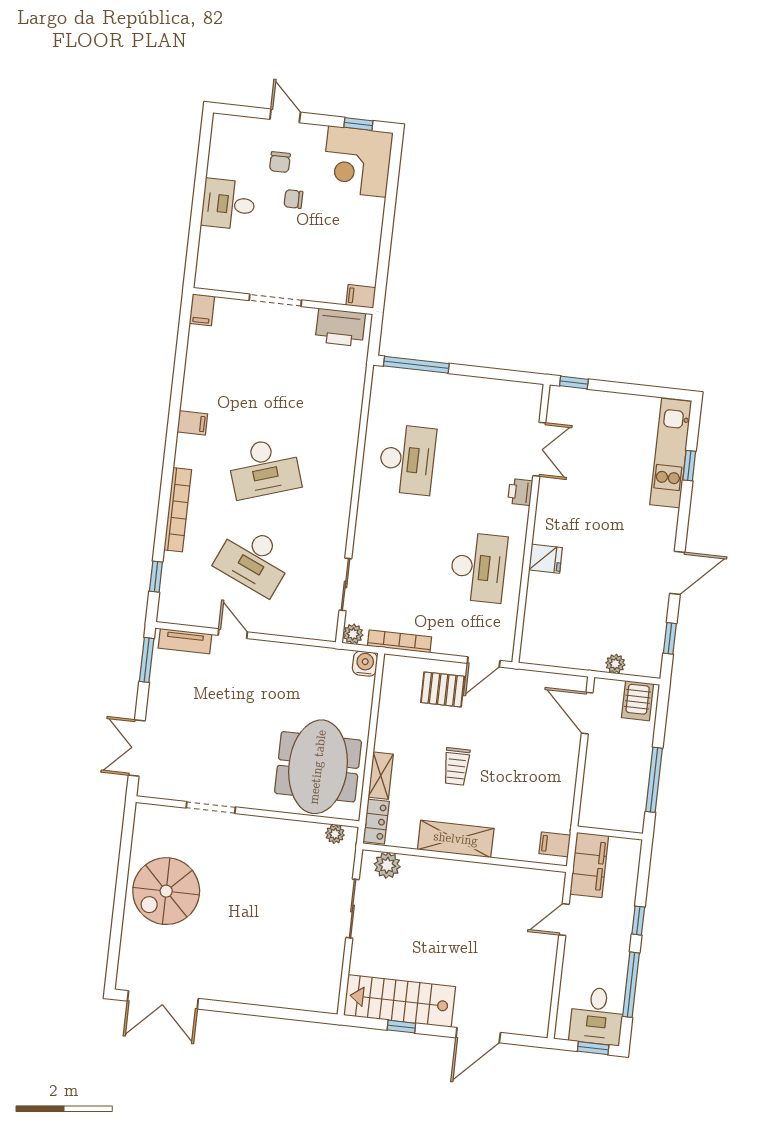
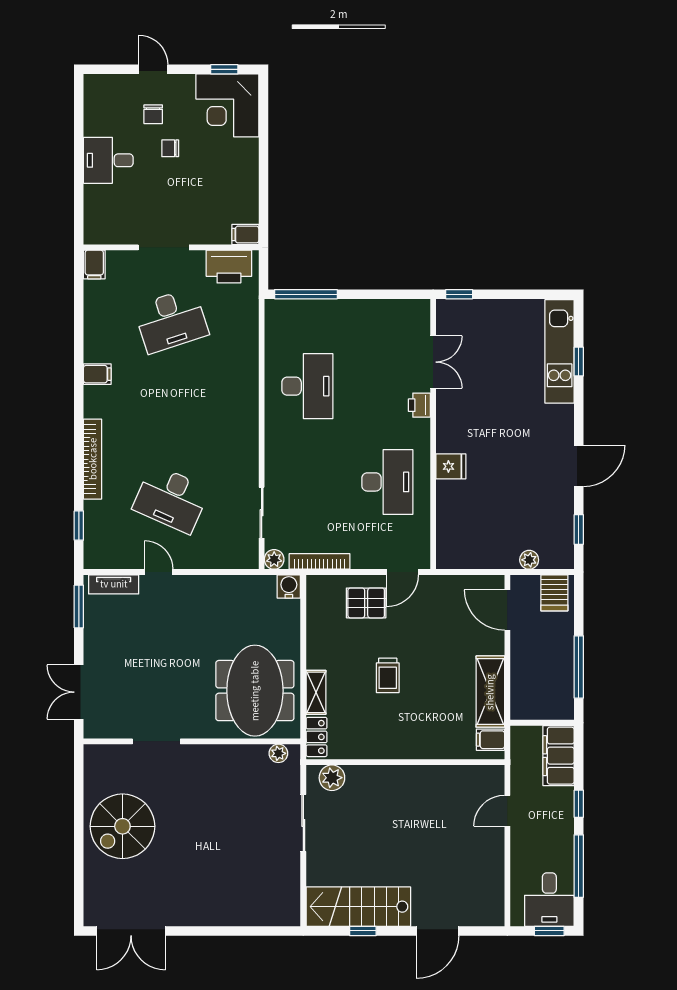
desk: (264, 468) -> (171, 321), moved
shelving: (456, 839) -> (490, 692), moved, turned 90
filing cabinet: (589, 865) -> (559, 756), moved, turned 180

